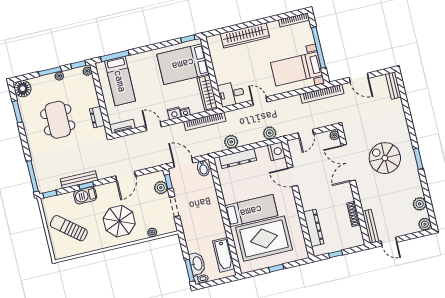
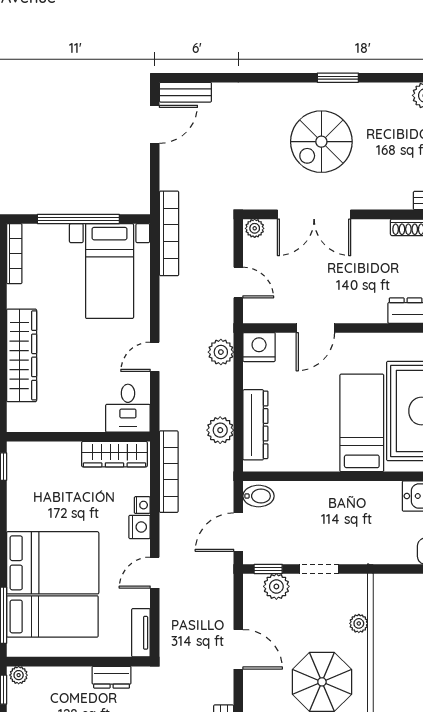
bed: (183, 64) -> (53, 563), moved, turned -90
door: (359, 78) -> (155, 124), moved

